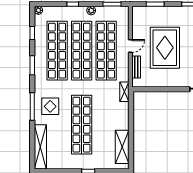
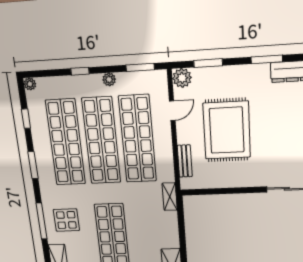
plant: (138, 12) -> (182, 78), added
door: (130, 46) -> (172, 111), moved

